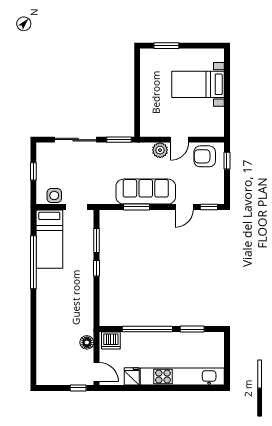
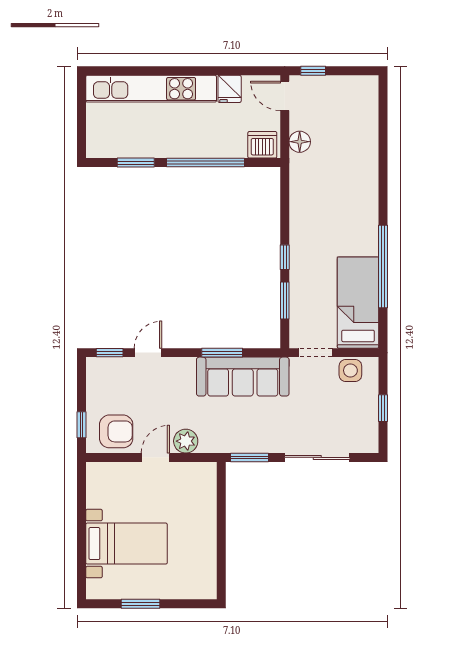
window: (166, 46) -> (141, 604), moved
sofa: (146, 192) -> (243, 377), moved

